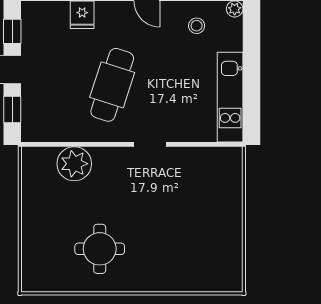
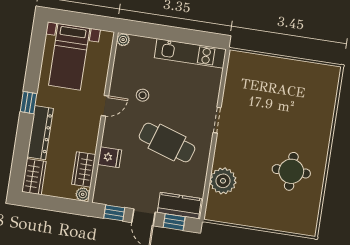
stool: (197, 26) -> (143, 95), moved
kitchen counter: (34, 113) -> (179, 206), added

